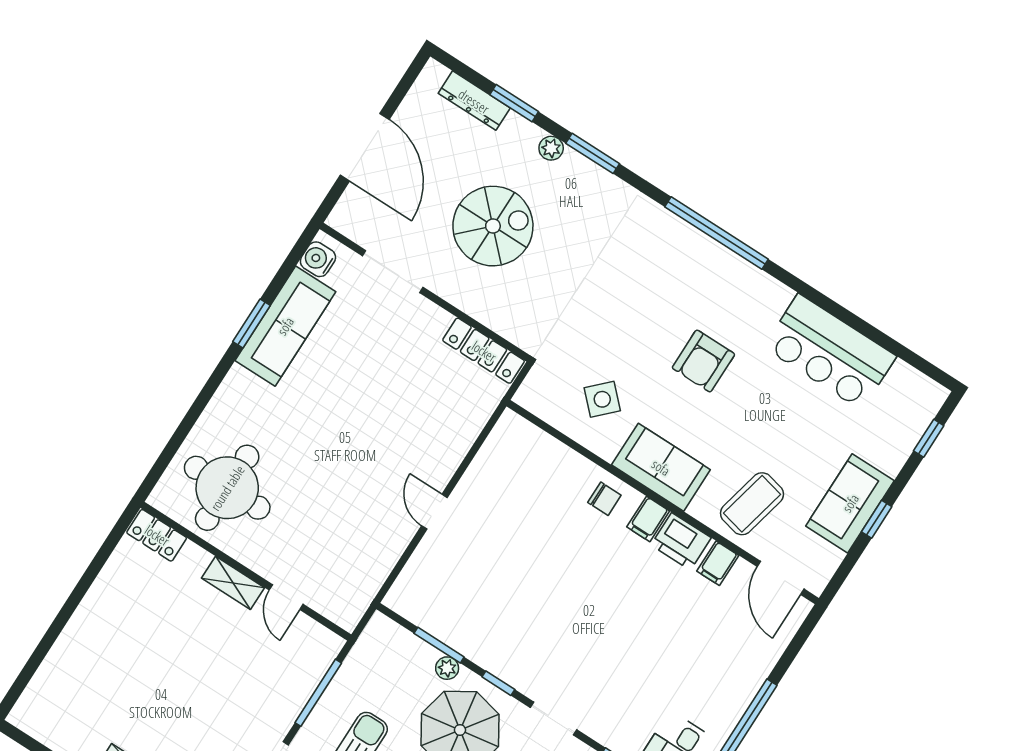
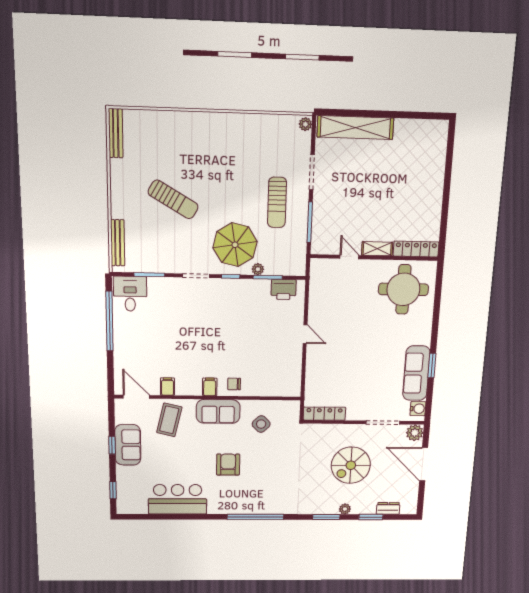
dresser: (474, 101) -> (388, 508), width x0.70
plant: (348, 217) -> (415, 433), added
locker: (157, 535) -> (416, 249), width x1.53
printer: (681, 541) -> (284, 290), moved, turned 180

